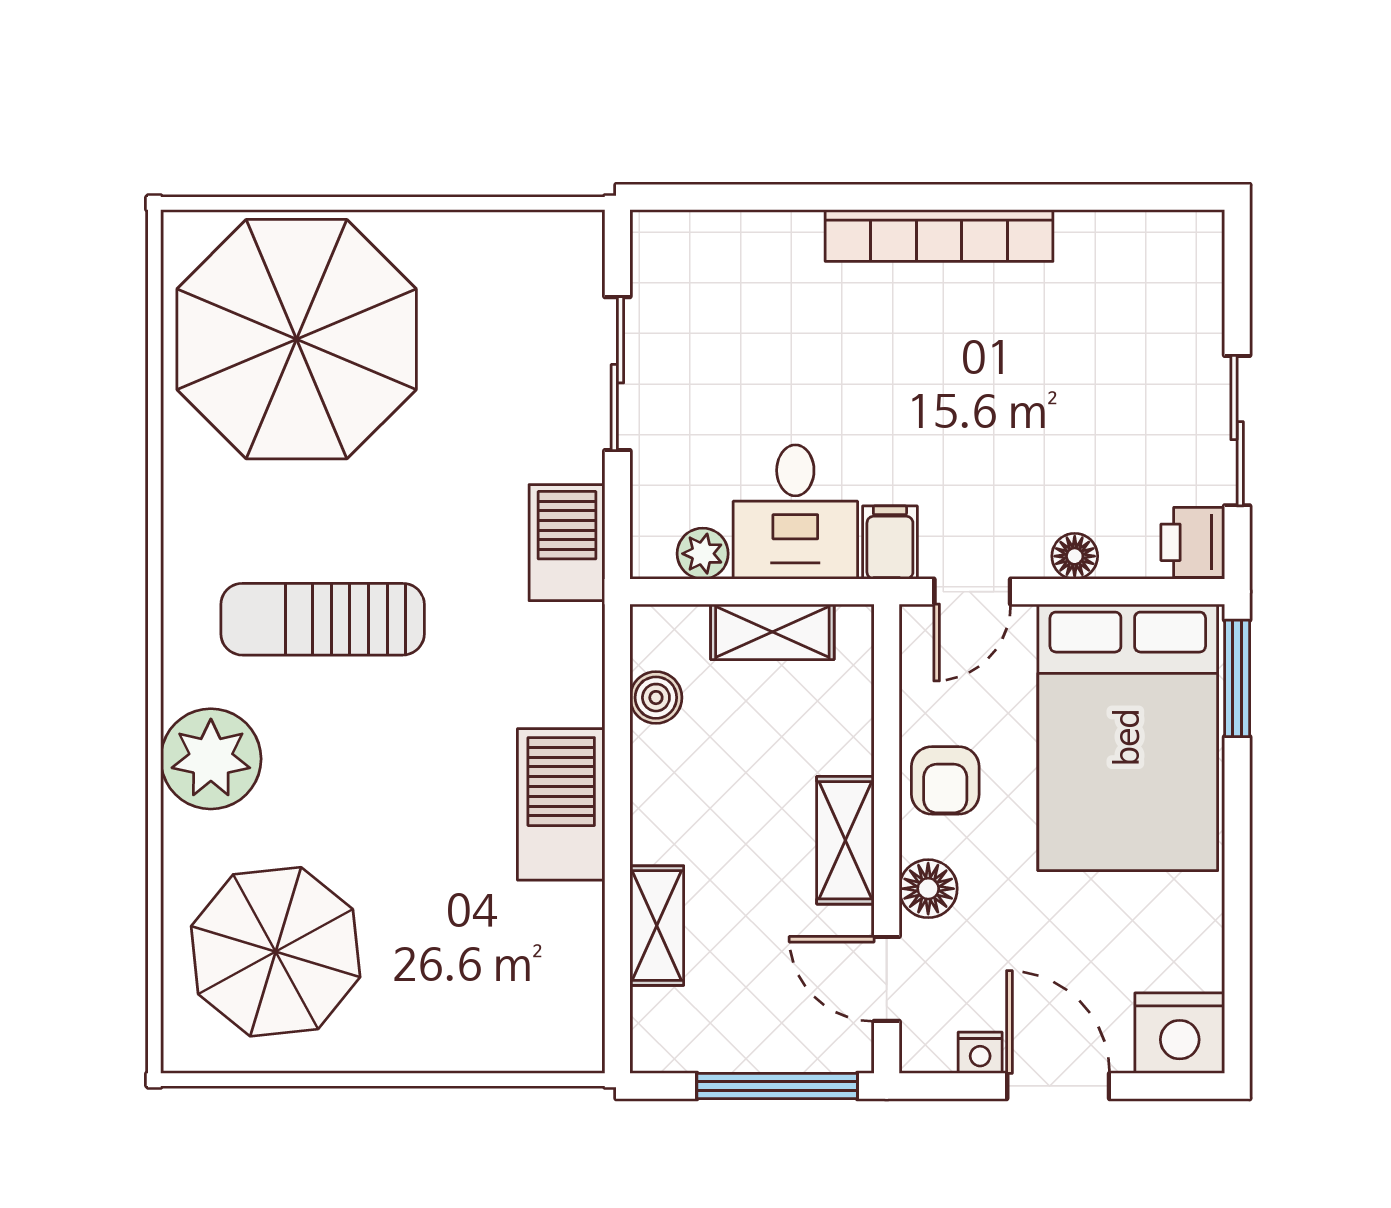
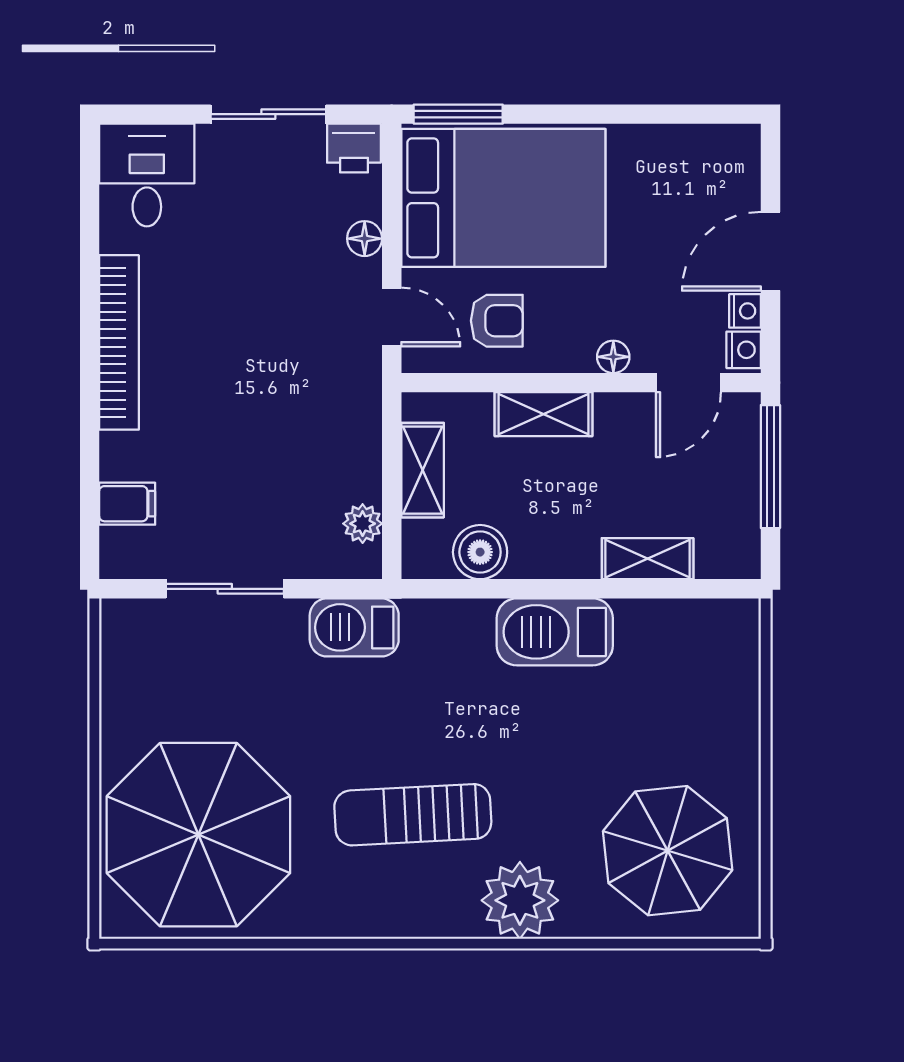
desk: (795, 512) -> (147, 175), moved, turned -90
filing cabinet: (890, 542) -> (127, 504), moved, turned 180
sun lounger: (323, 619) -> (413, 815), turned 87
boiler: (656, 698) -> (480, 552), width x1.36, depth x1.36
armchair: (945, 780) -> (497, 321), moved
shelving: (845, 840) -> (543, 414), moved
floor lamp: (928, 889) -> (613, 357), width x0.73, depth x0.73
nightstand: (1180, 1033) -> (744, 350), moved, width x0.53, depth x0.56

